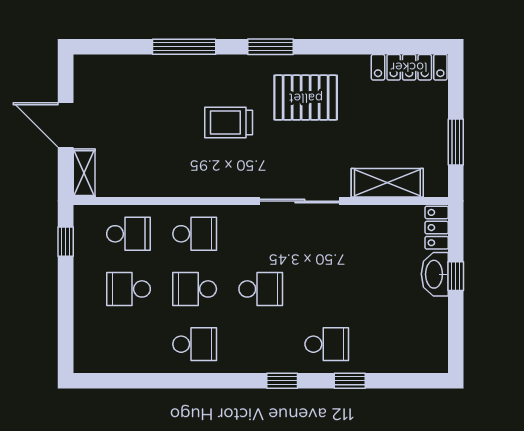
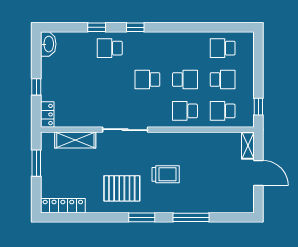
washbasin: (435, 274) -> (48, 44), moved
school desk: (195, 344) -> (223, 48), moved

